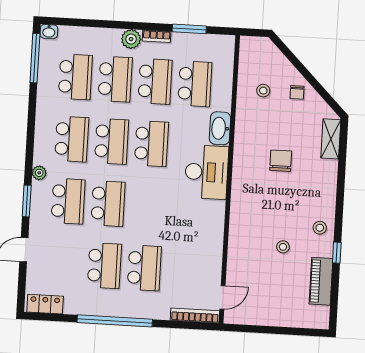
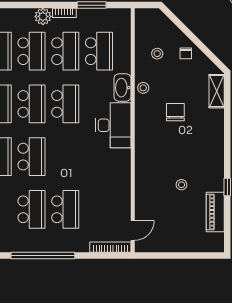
stool: (320, 228) -> (143, 88), moved

